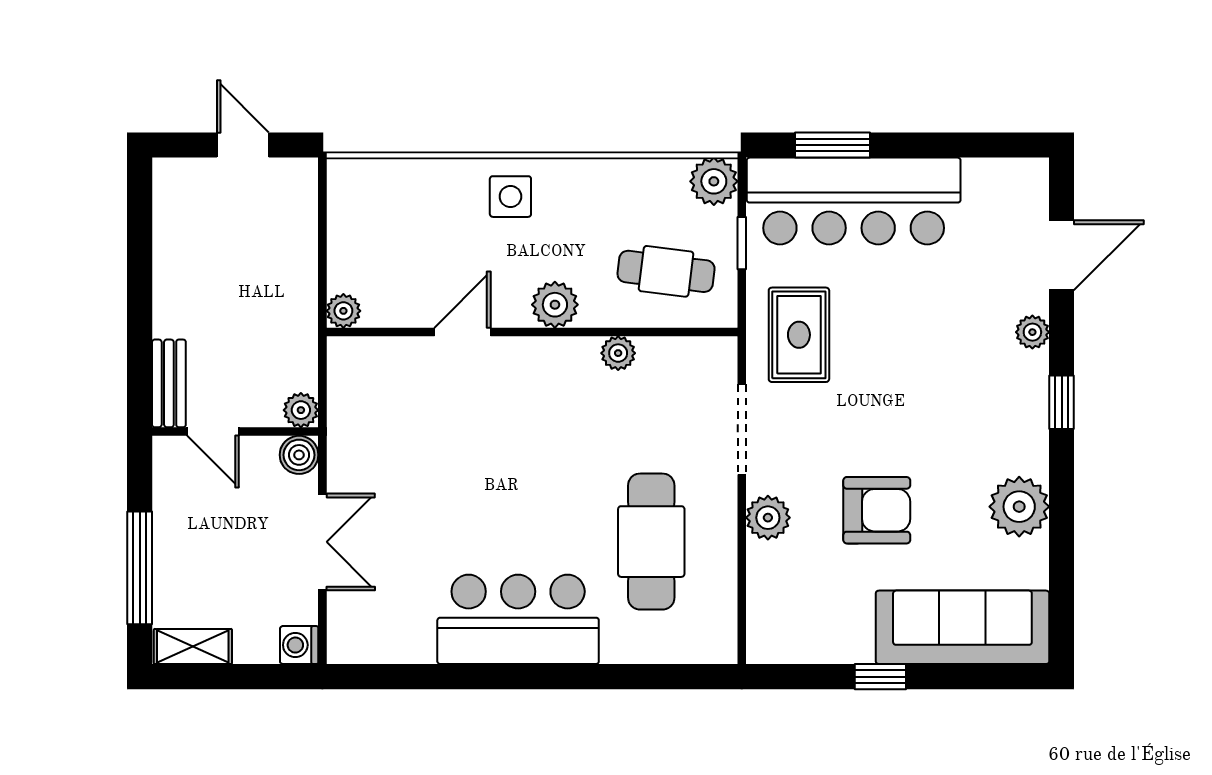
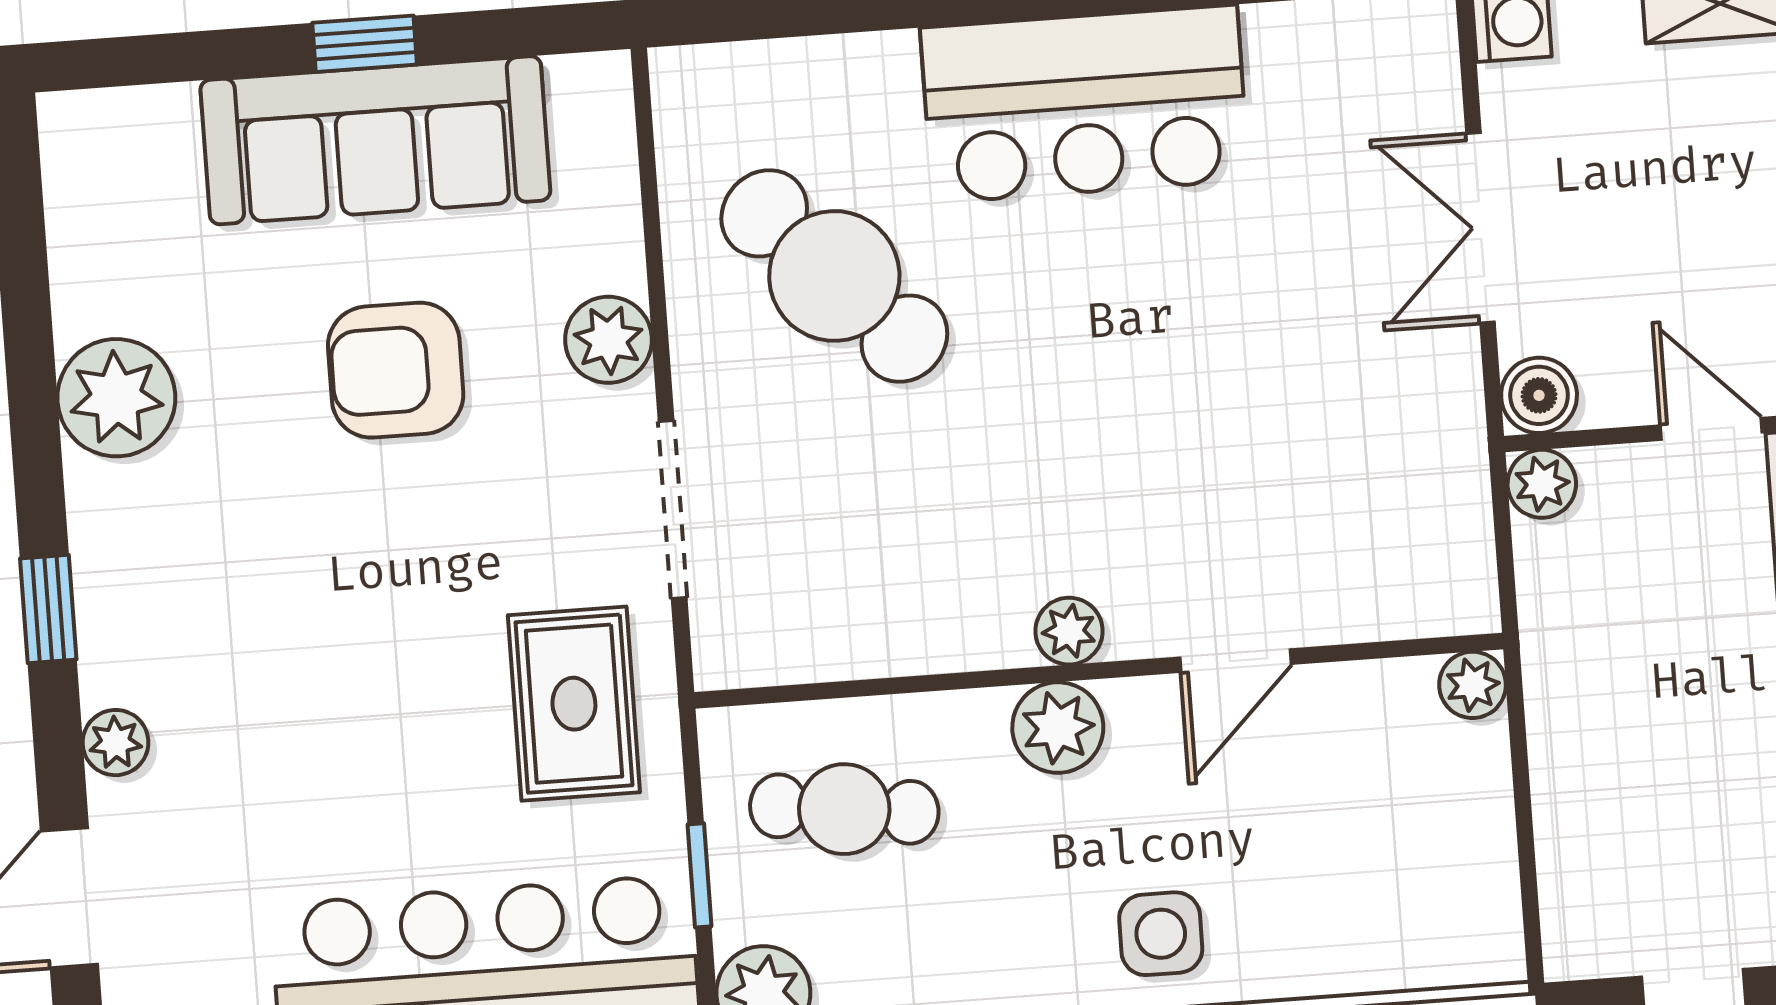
plant: (618, 353) -> (1069, 631), moved
cafe table: (651, 542) -> (834, 276), turned -44
sofa: (962, 627) -> (375, 140), moved

